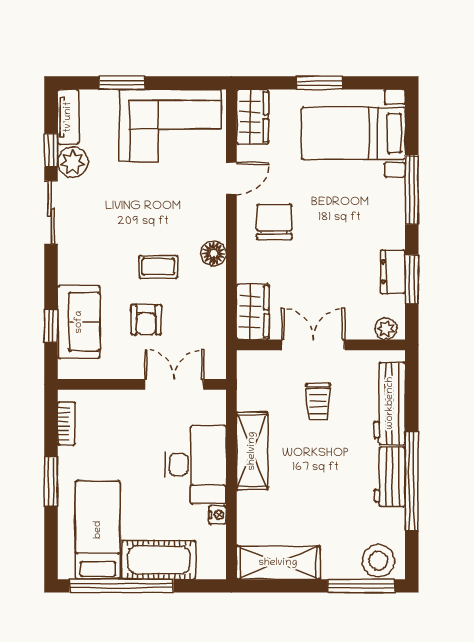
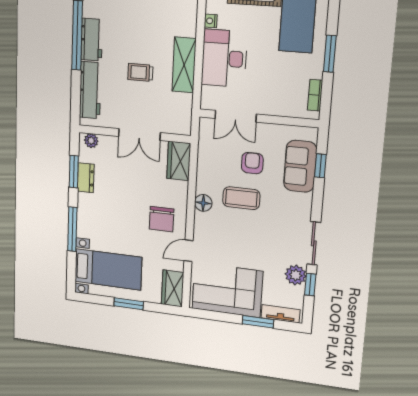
tv unit: (68, 117) -> (281, 314), moved, turned 90
coffee table: (159, 267) -> (241, 198), width x1.36, depth x1.30
trolley: (318, 402) -> (140, 72), moved, turned -90

